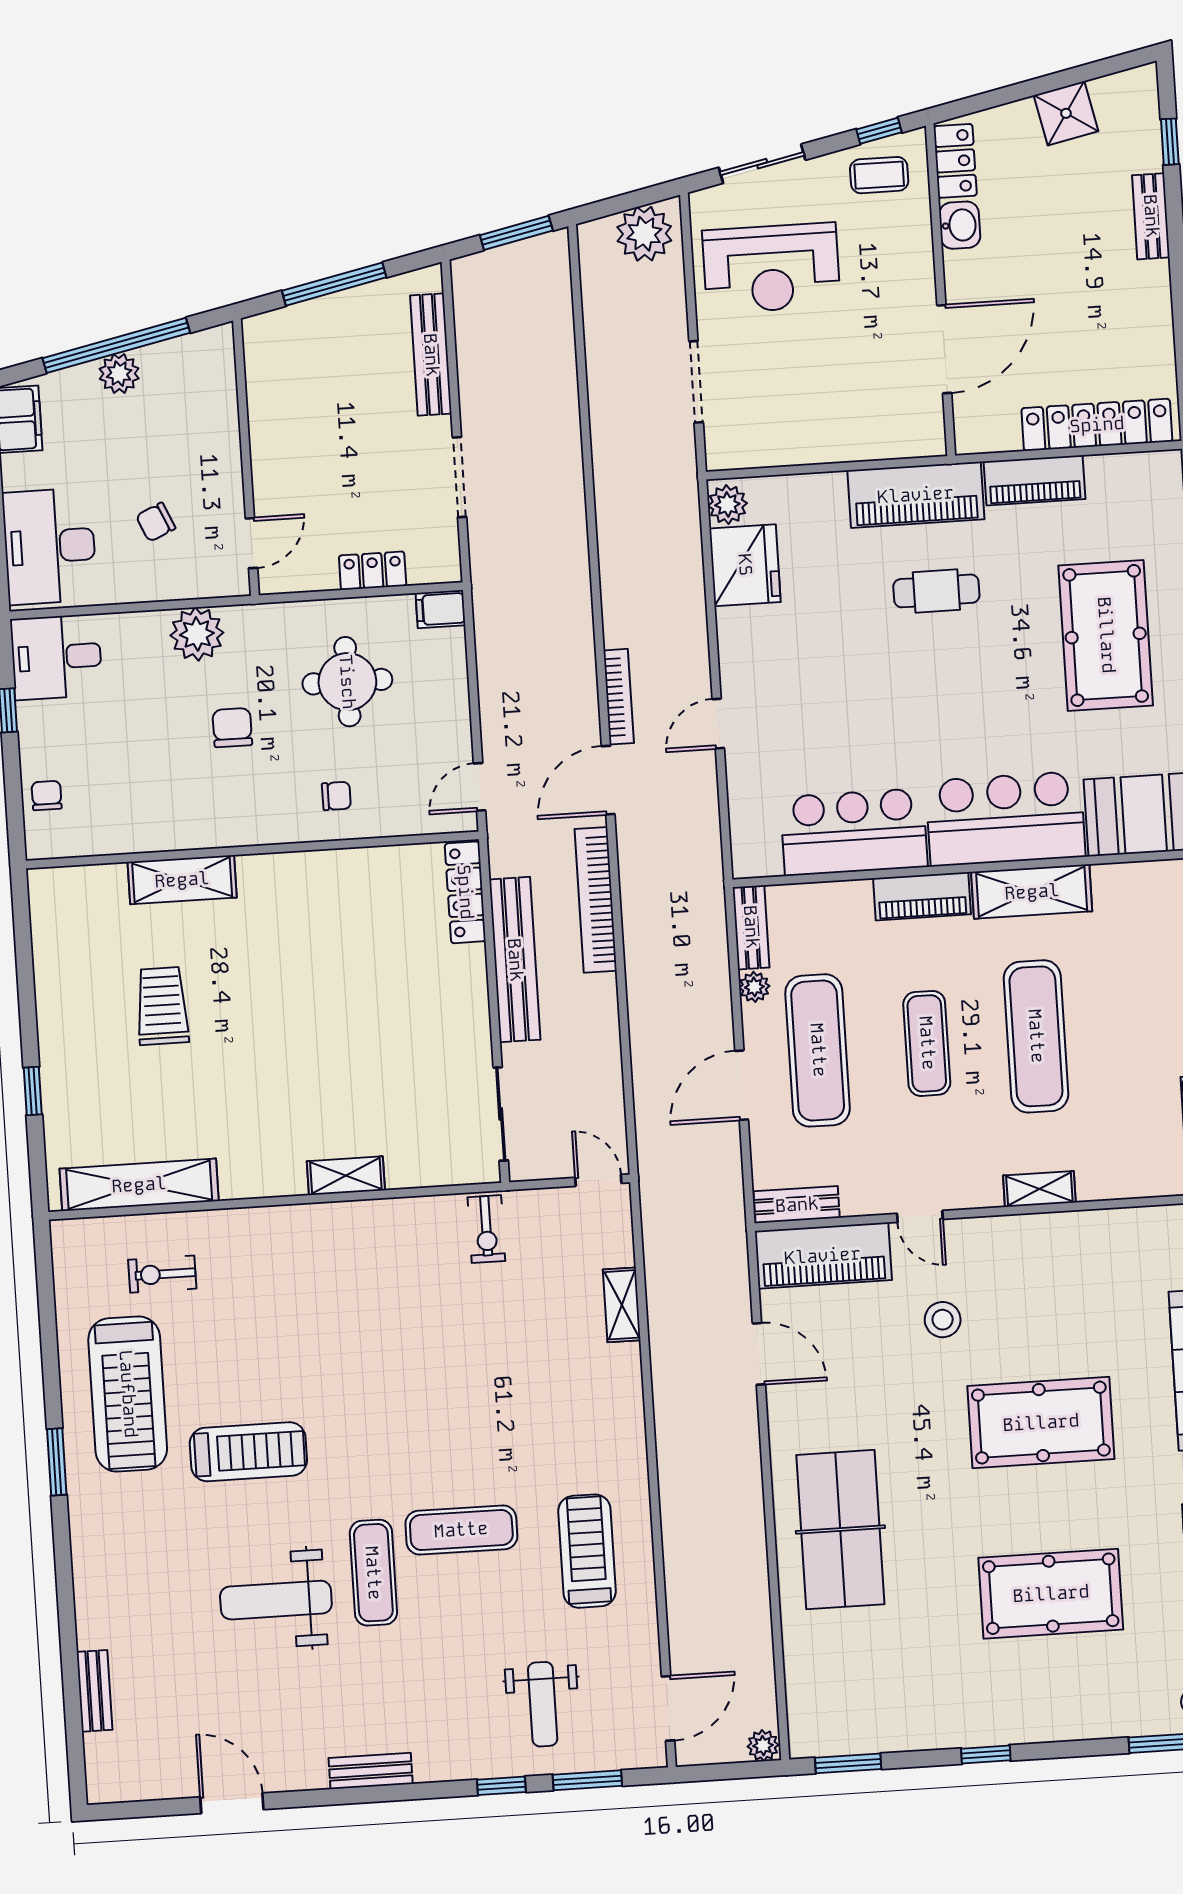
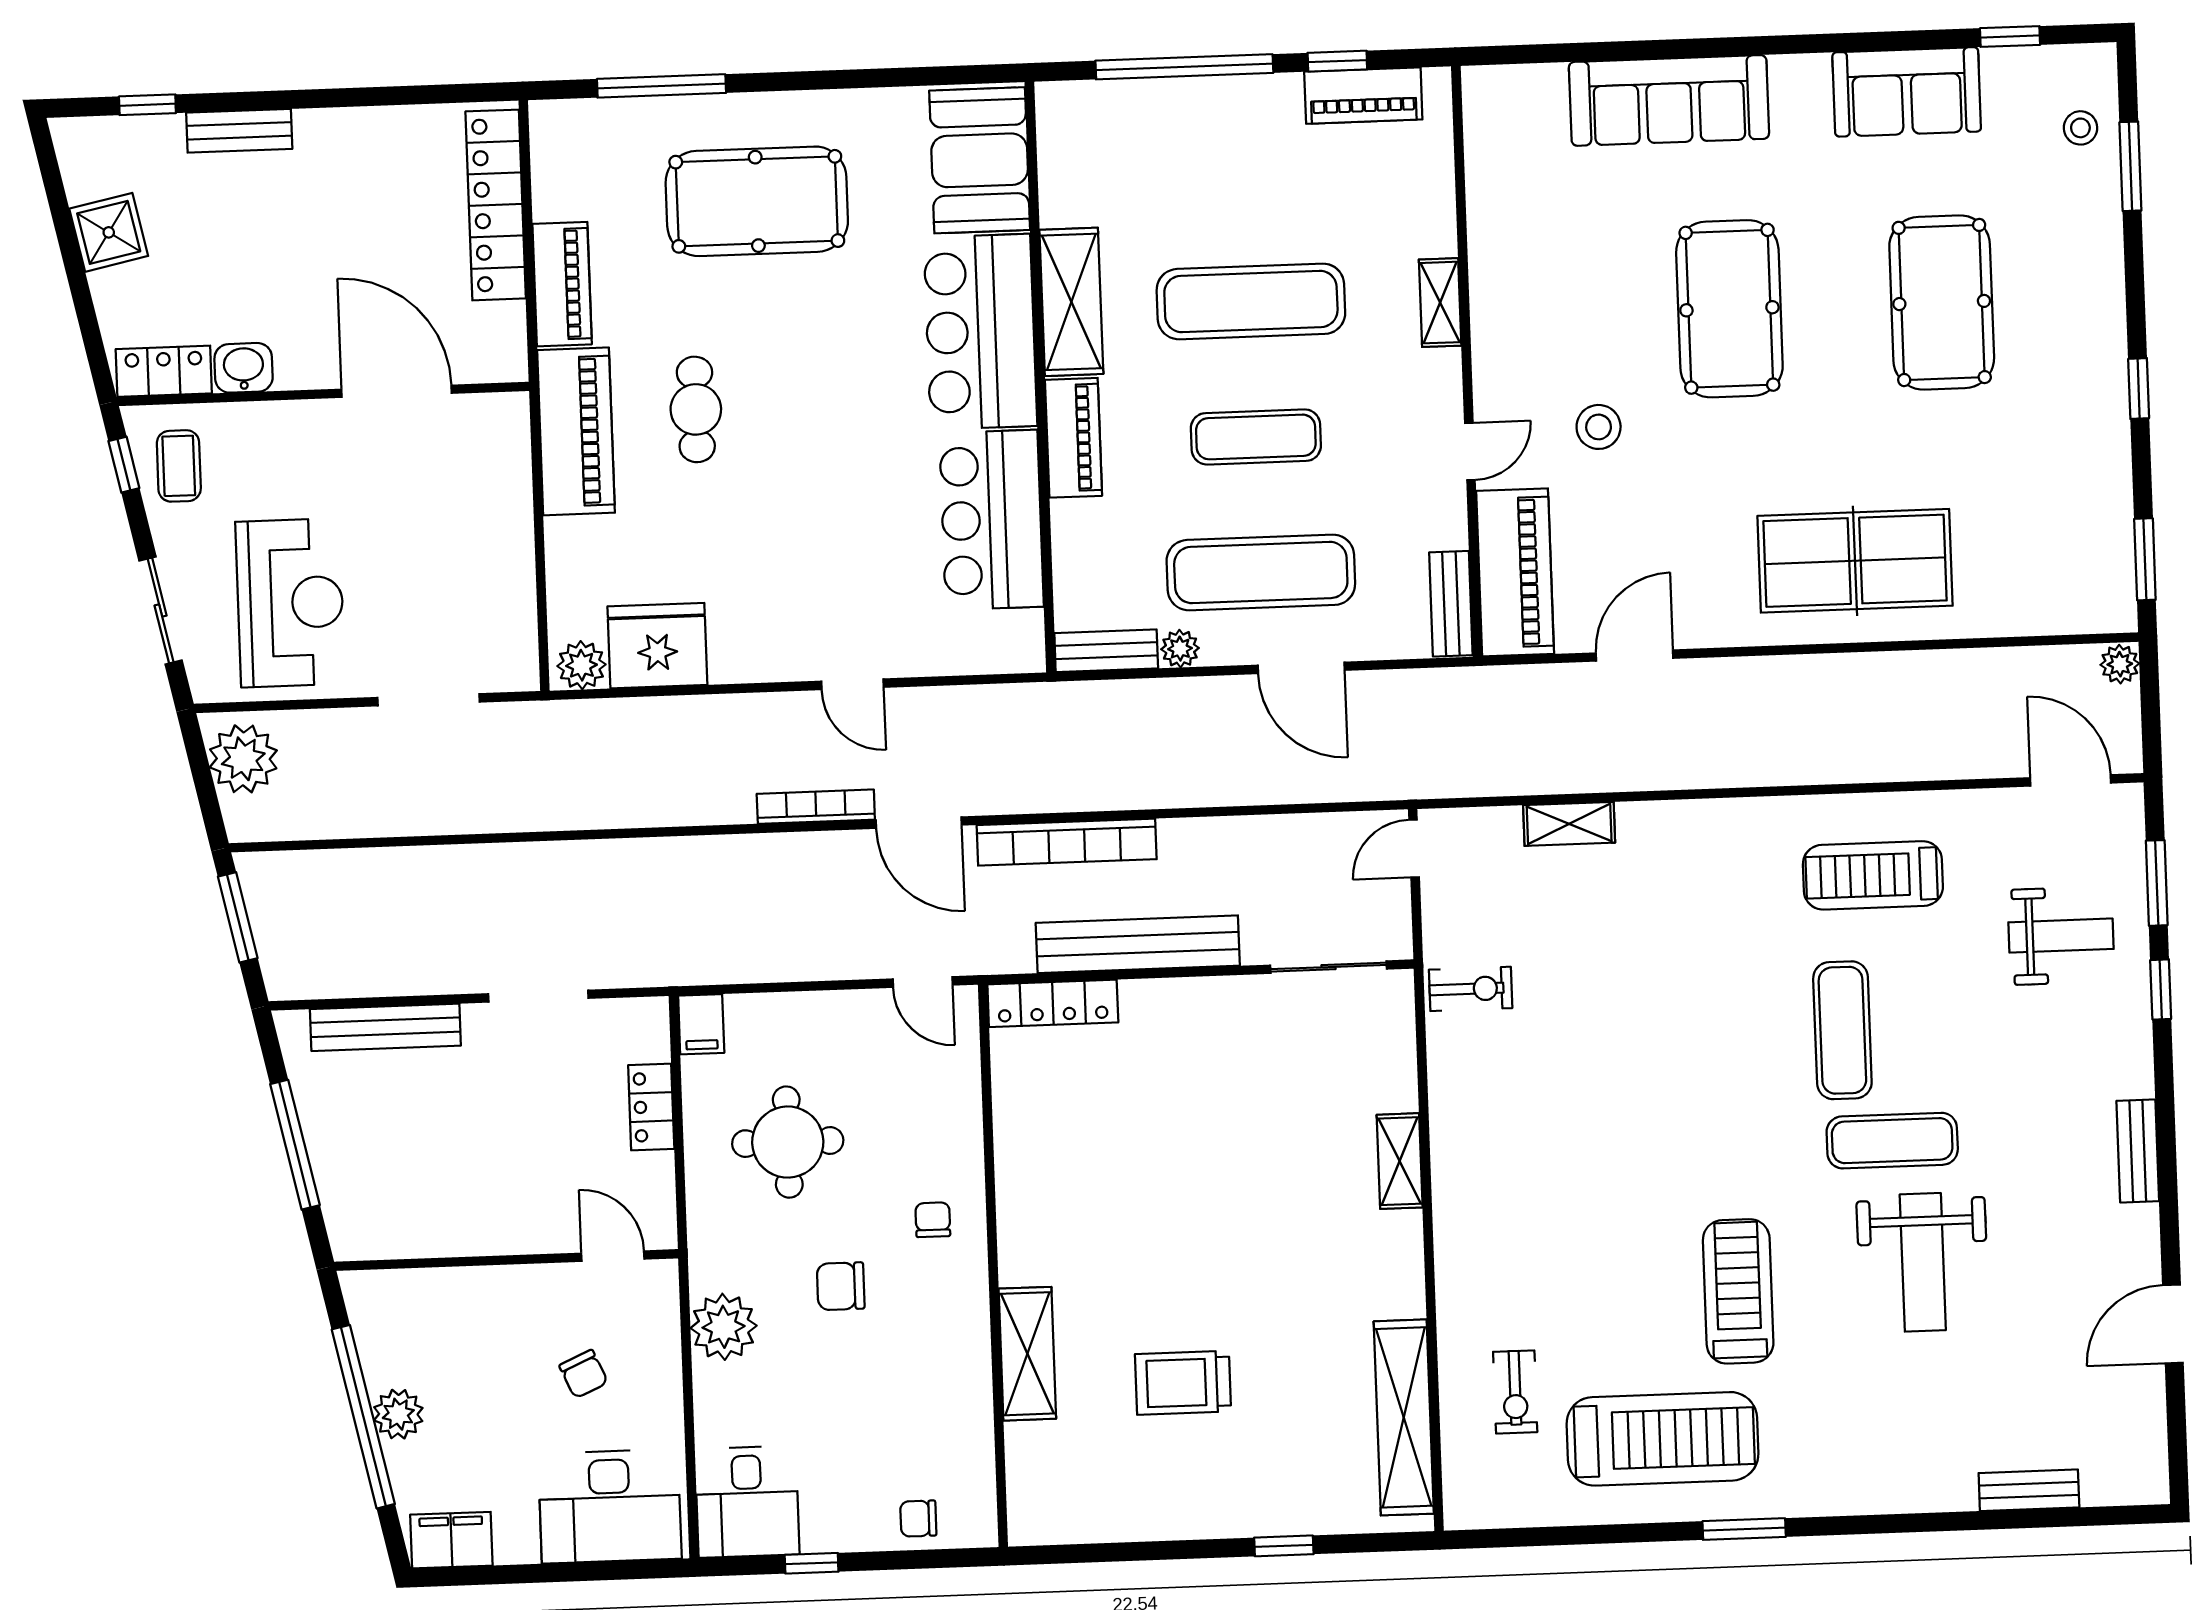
chair: (336, 796) -> (933, 1220), moved

